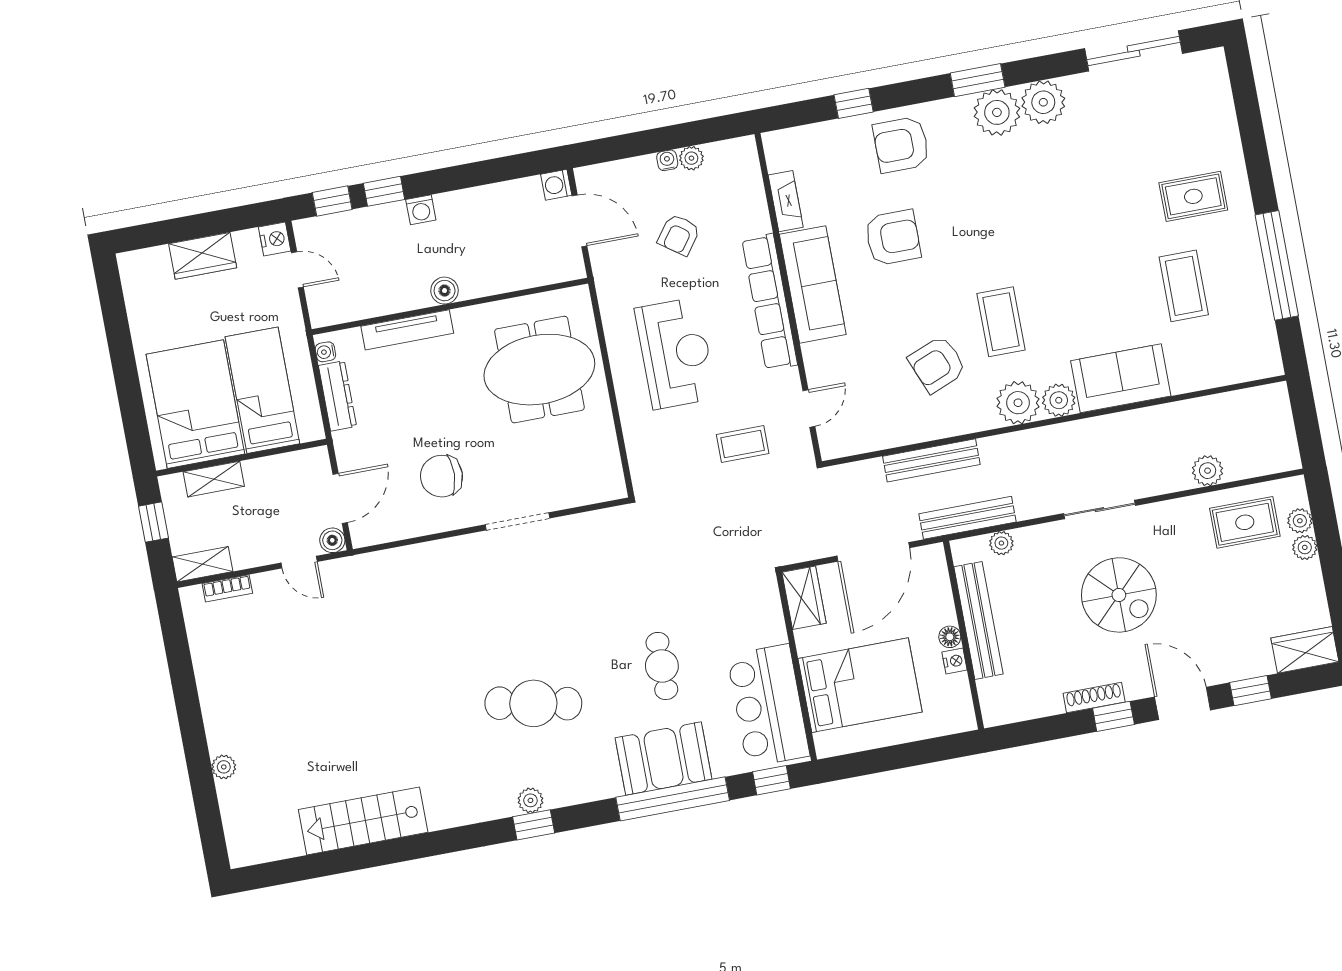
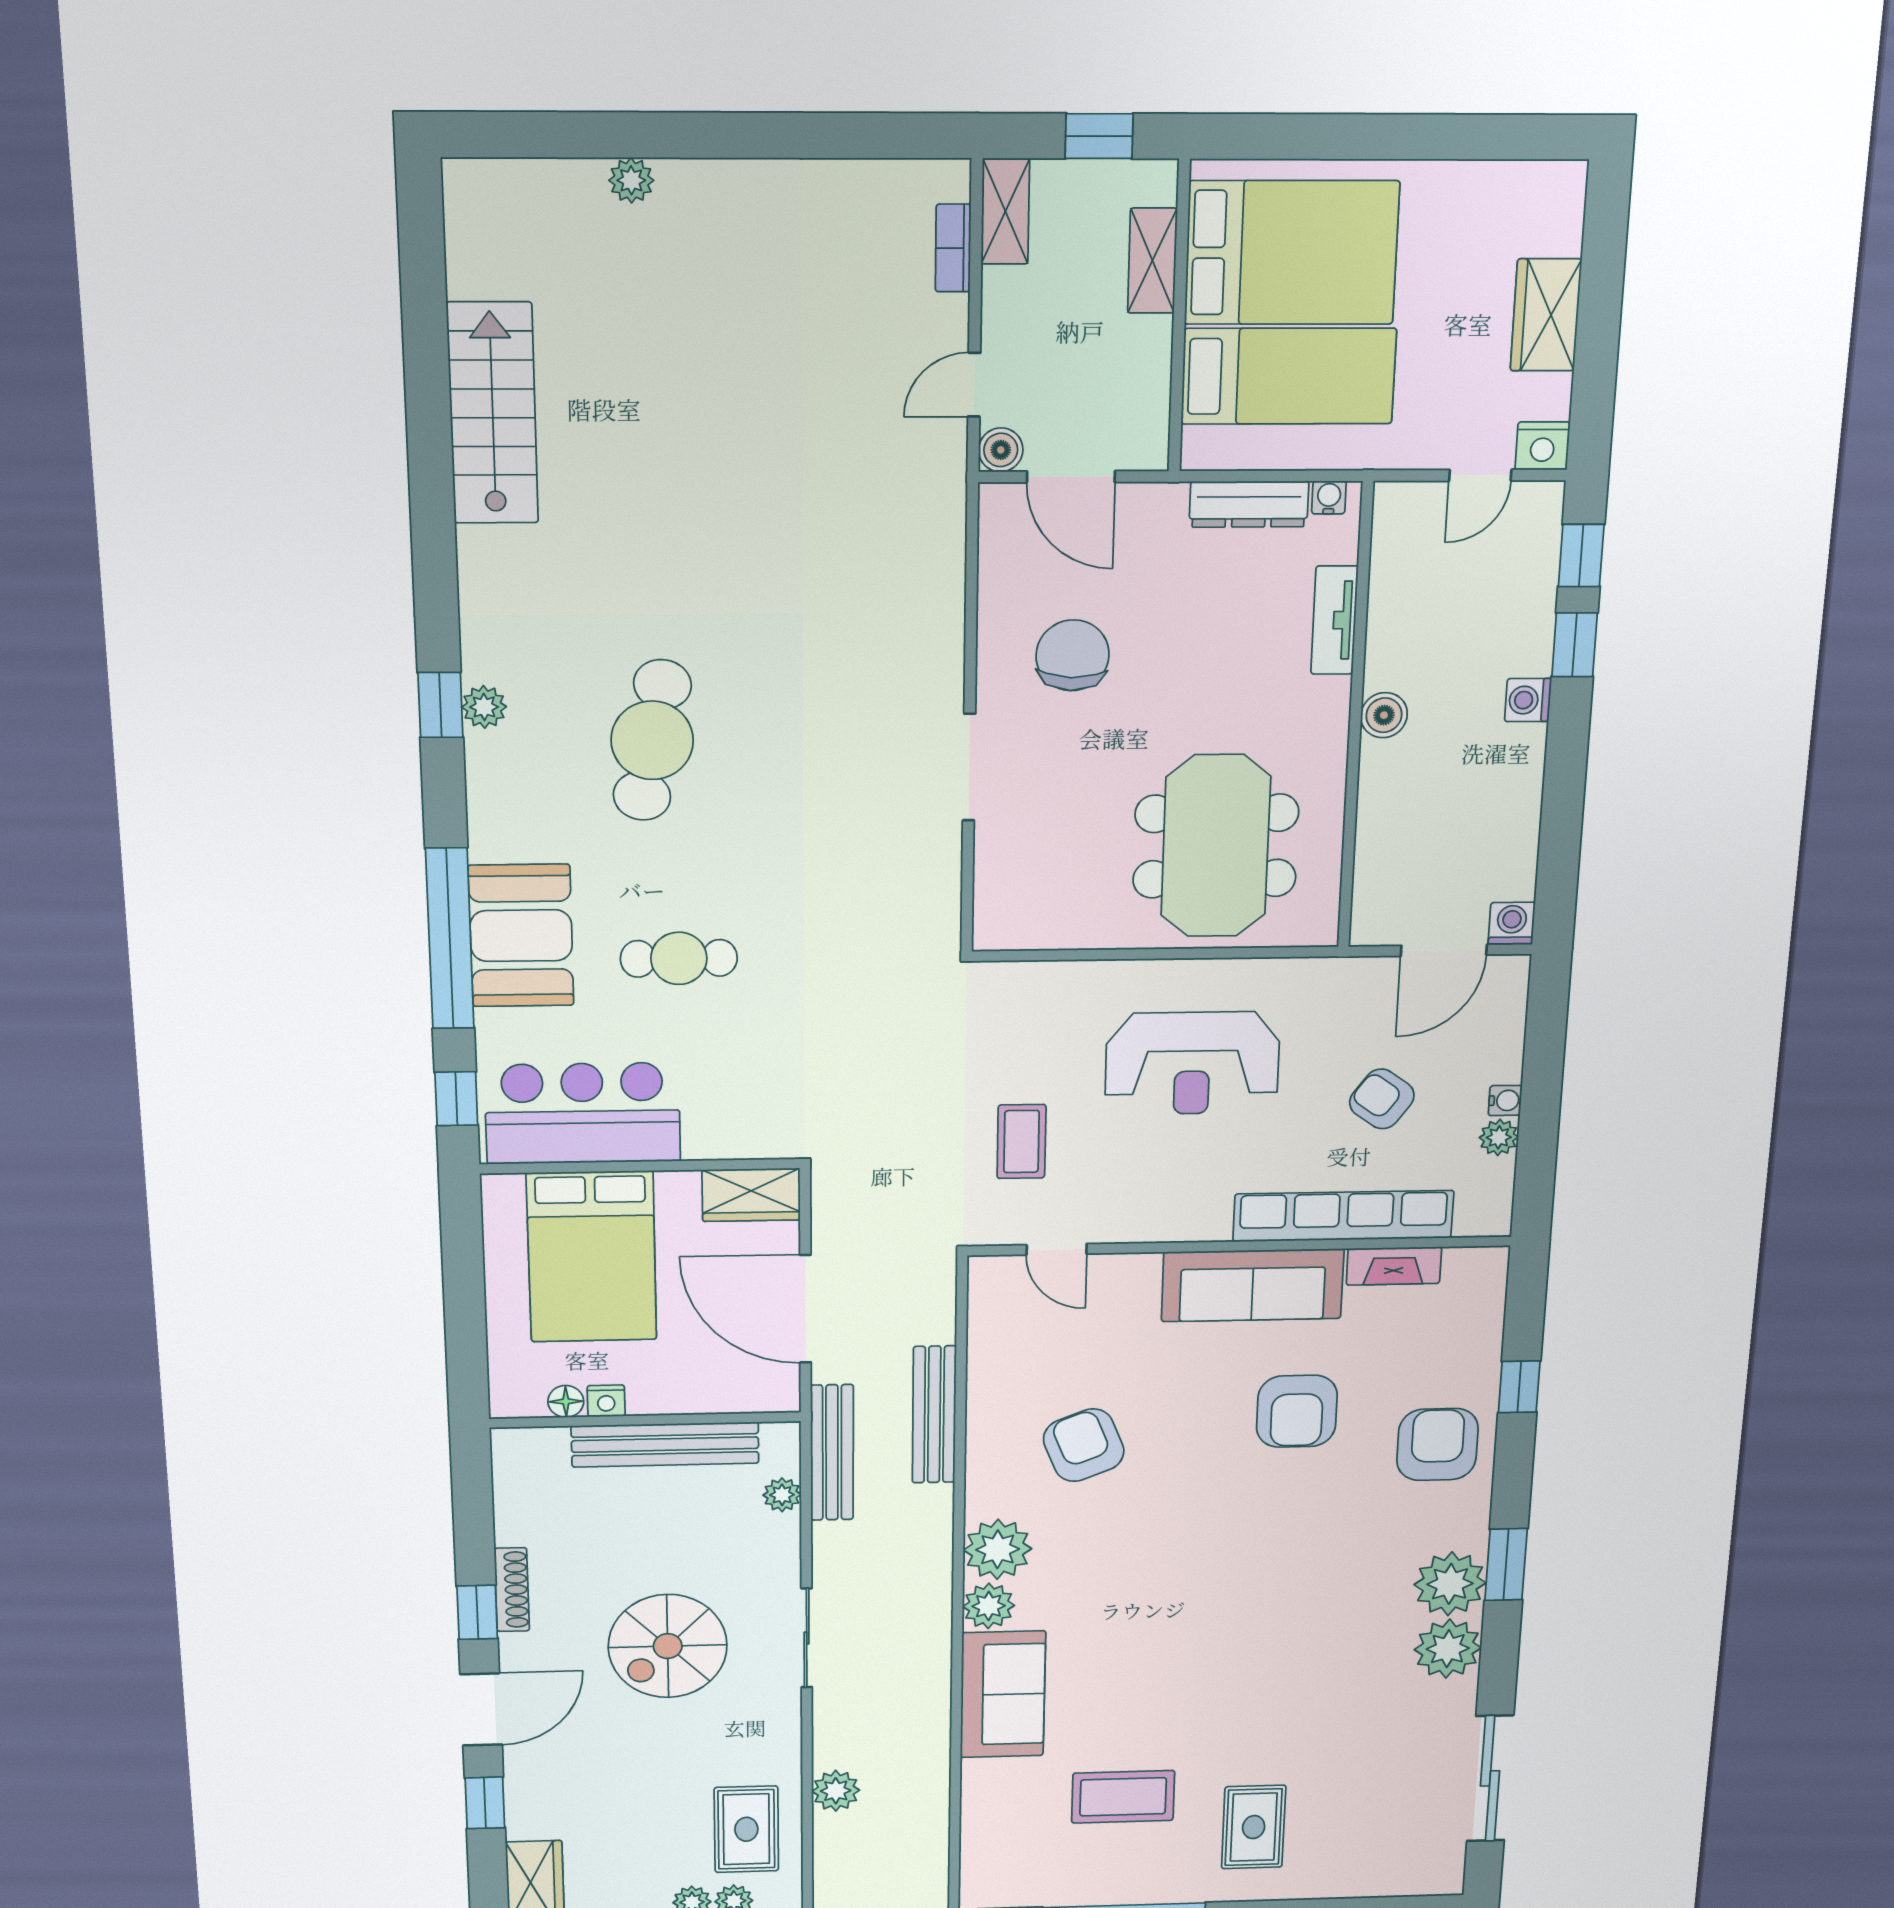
row of seats: (770, 302) -> (1343, 1216), moved
coffee table: (1001, 322) -> (1129, 1544), removed
tv unit: (407, 330) -> (1334, 620), width x0.71
floor lamp: (950, 637) -> (566, 1401), moved

